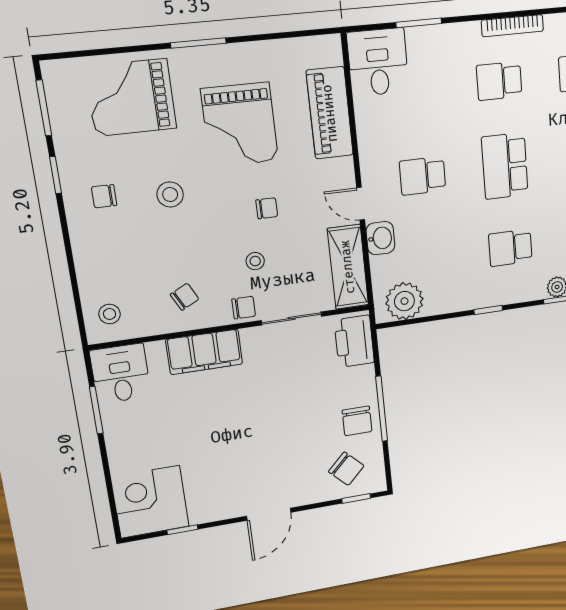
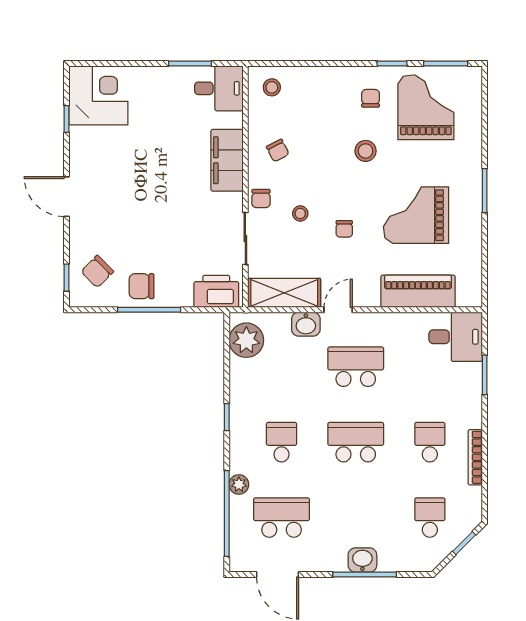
grand piano: (131, 98) -> (426, 107), moved
school desk: (423, 176) -> (356, 367), width x1.85

